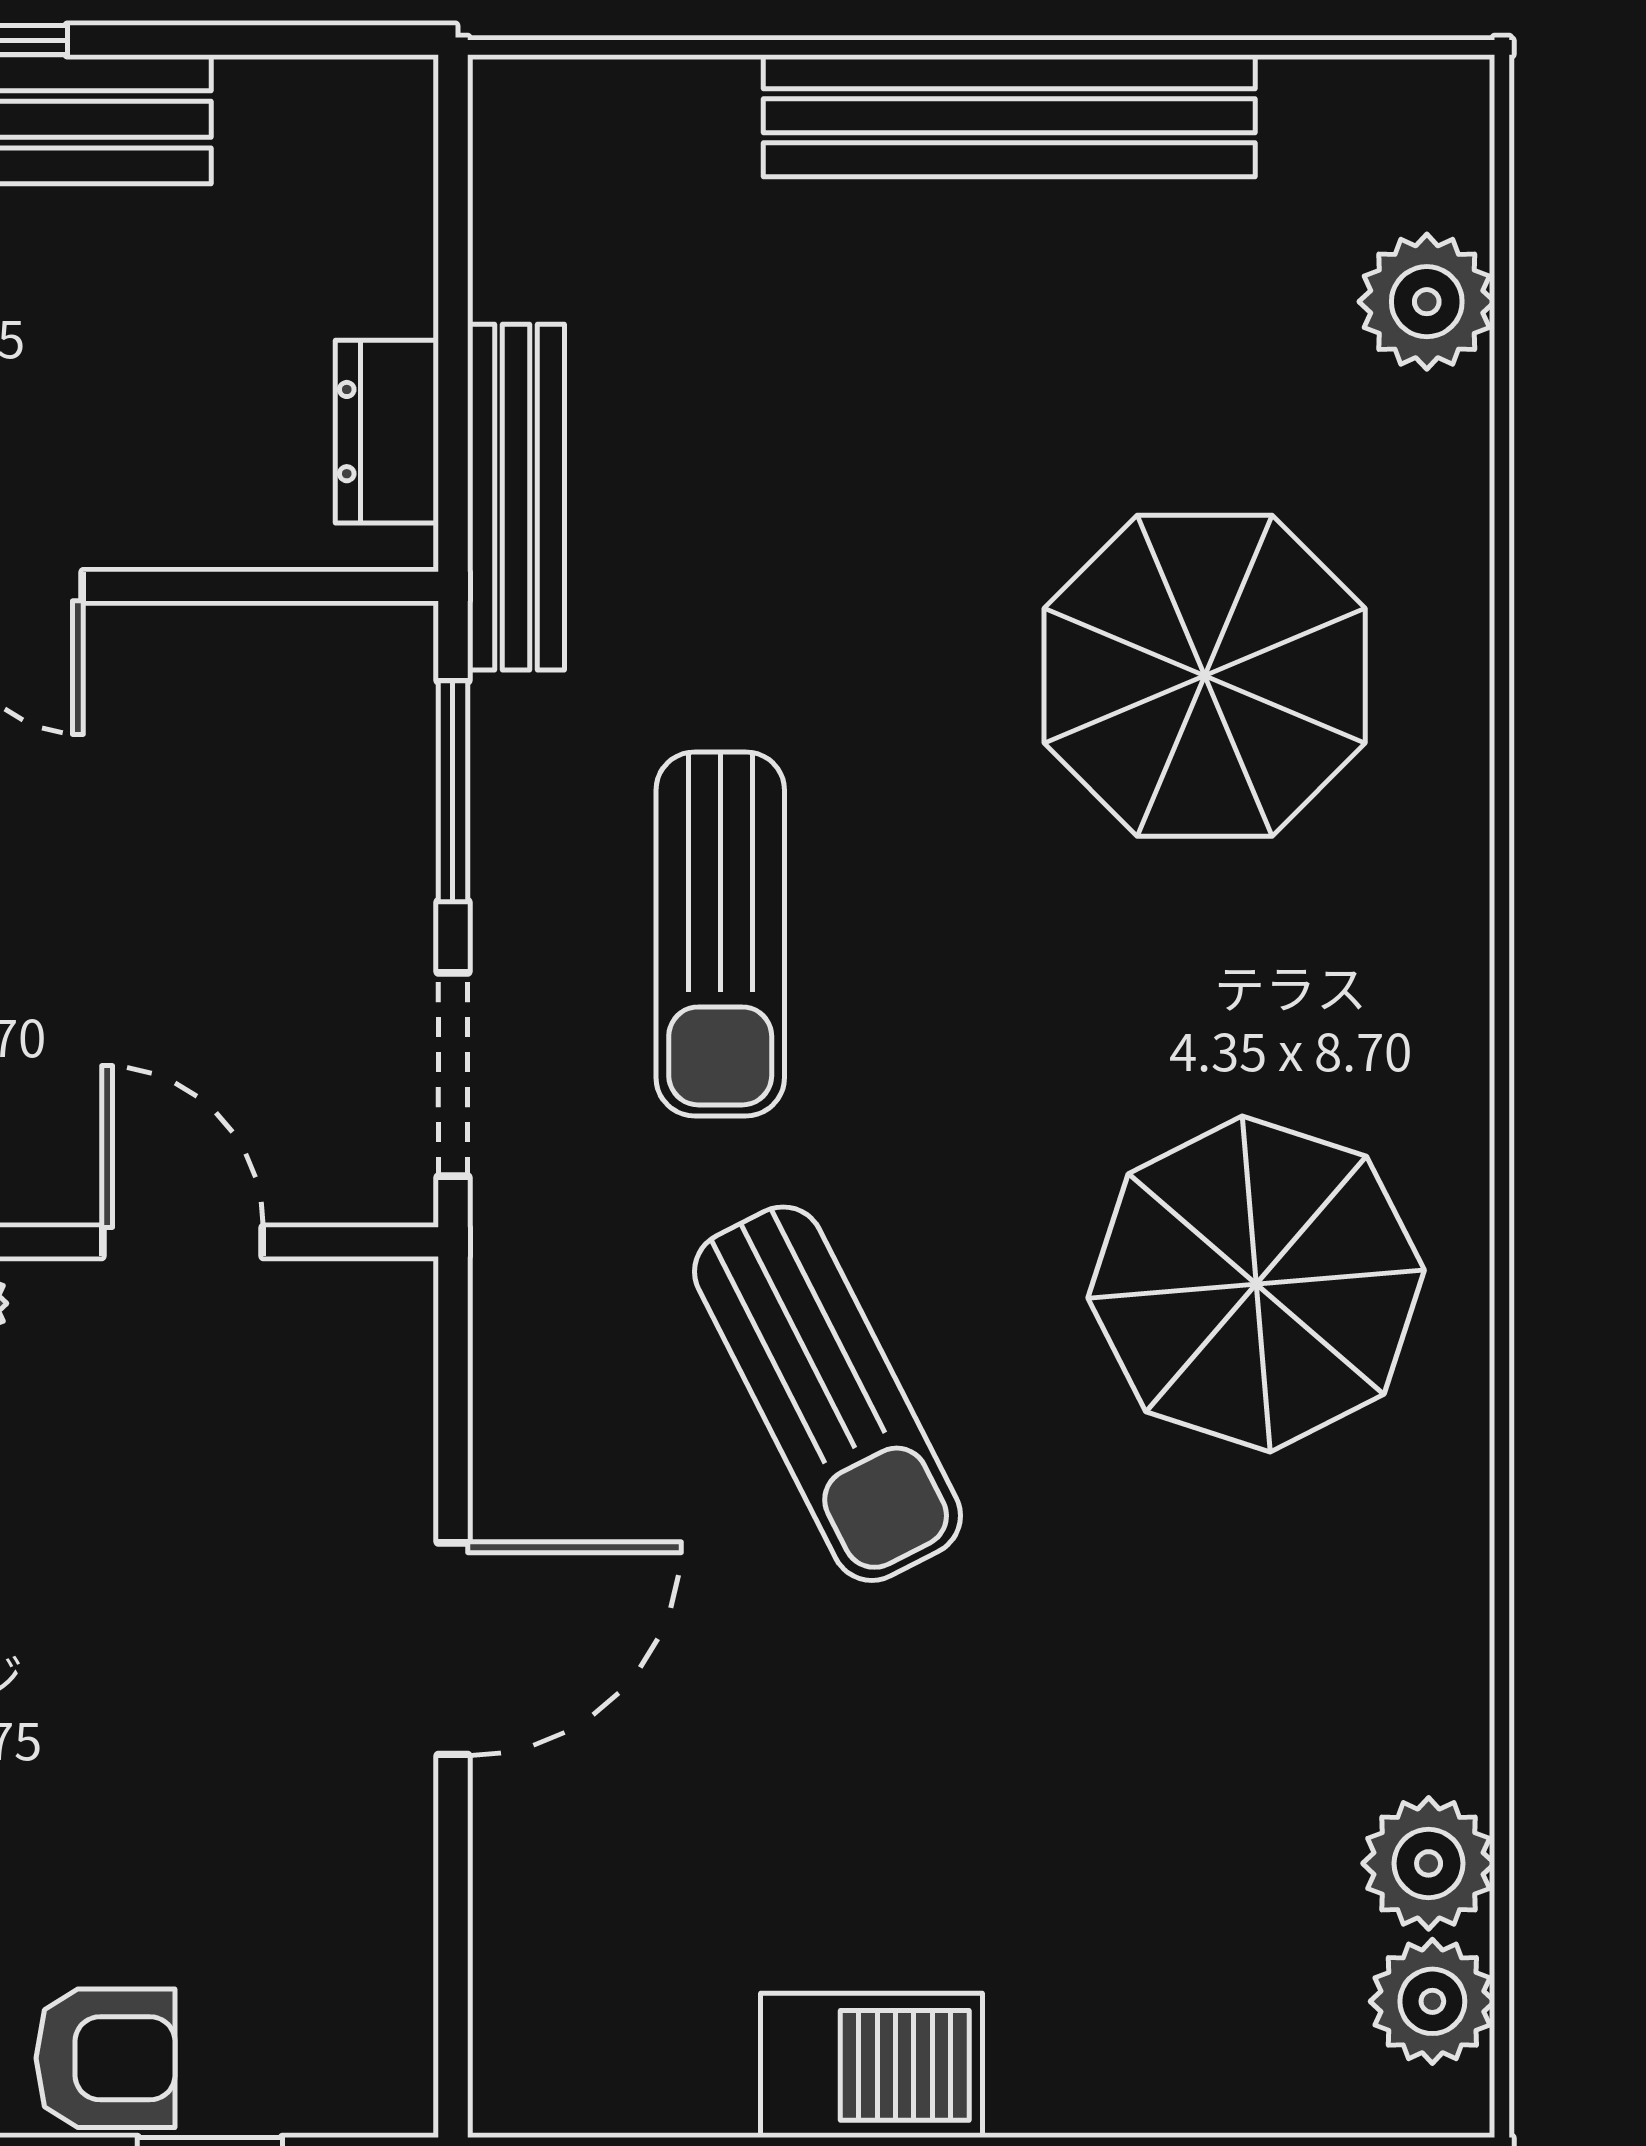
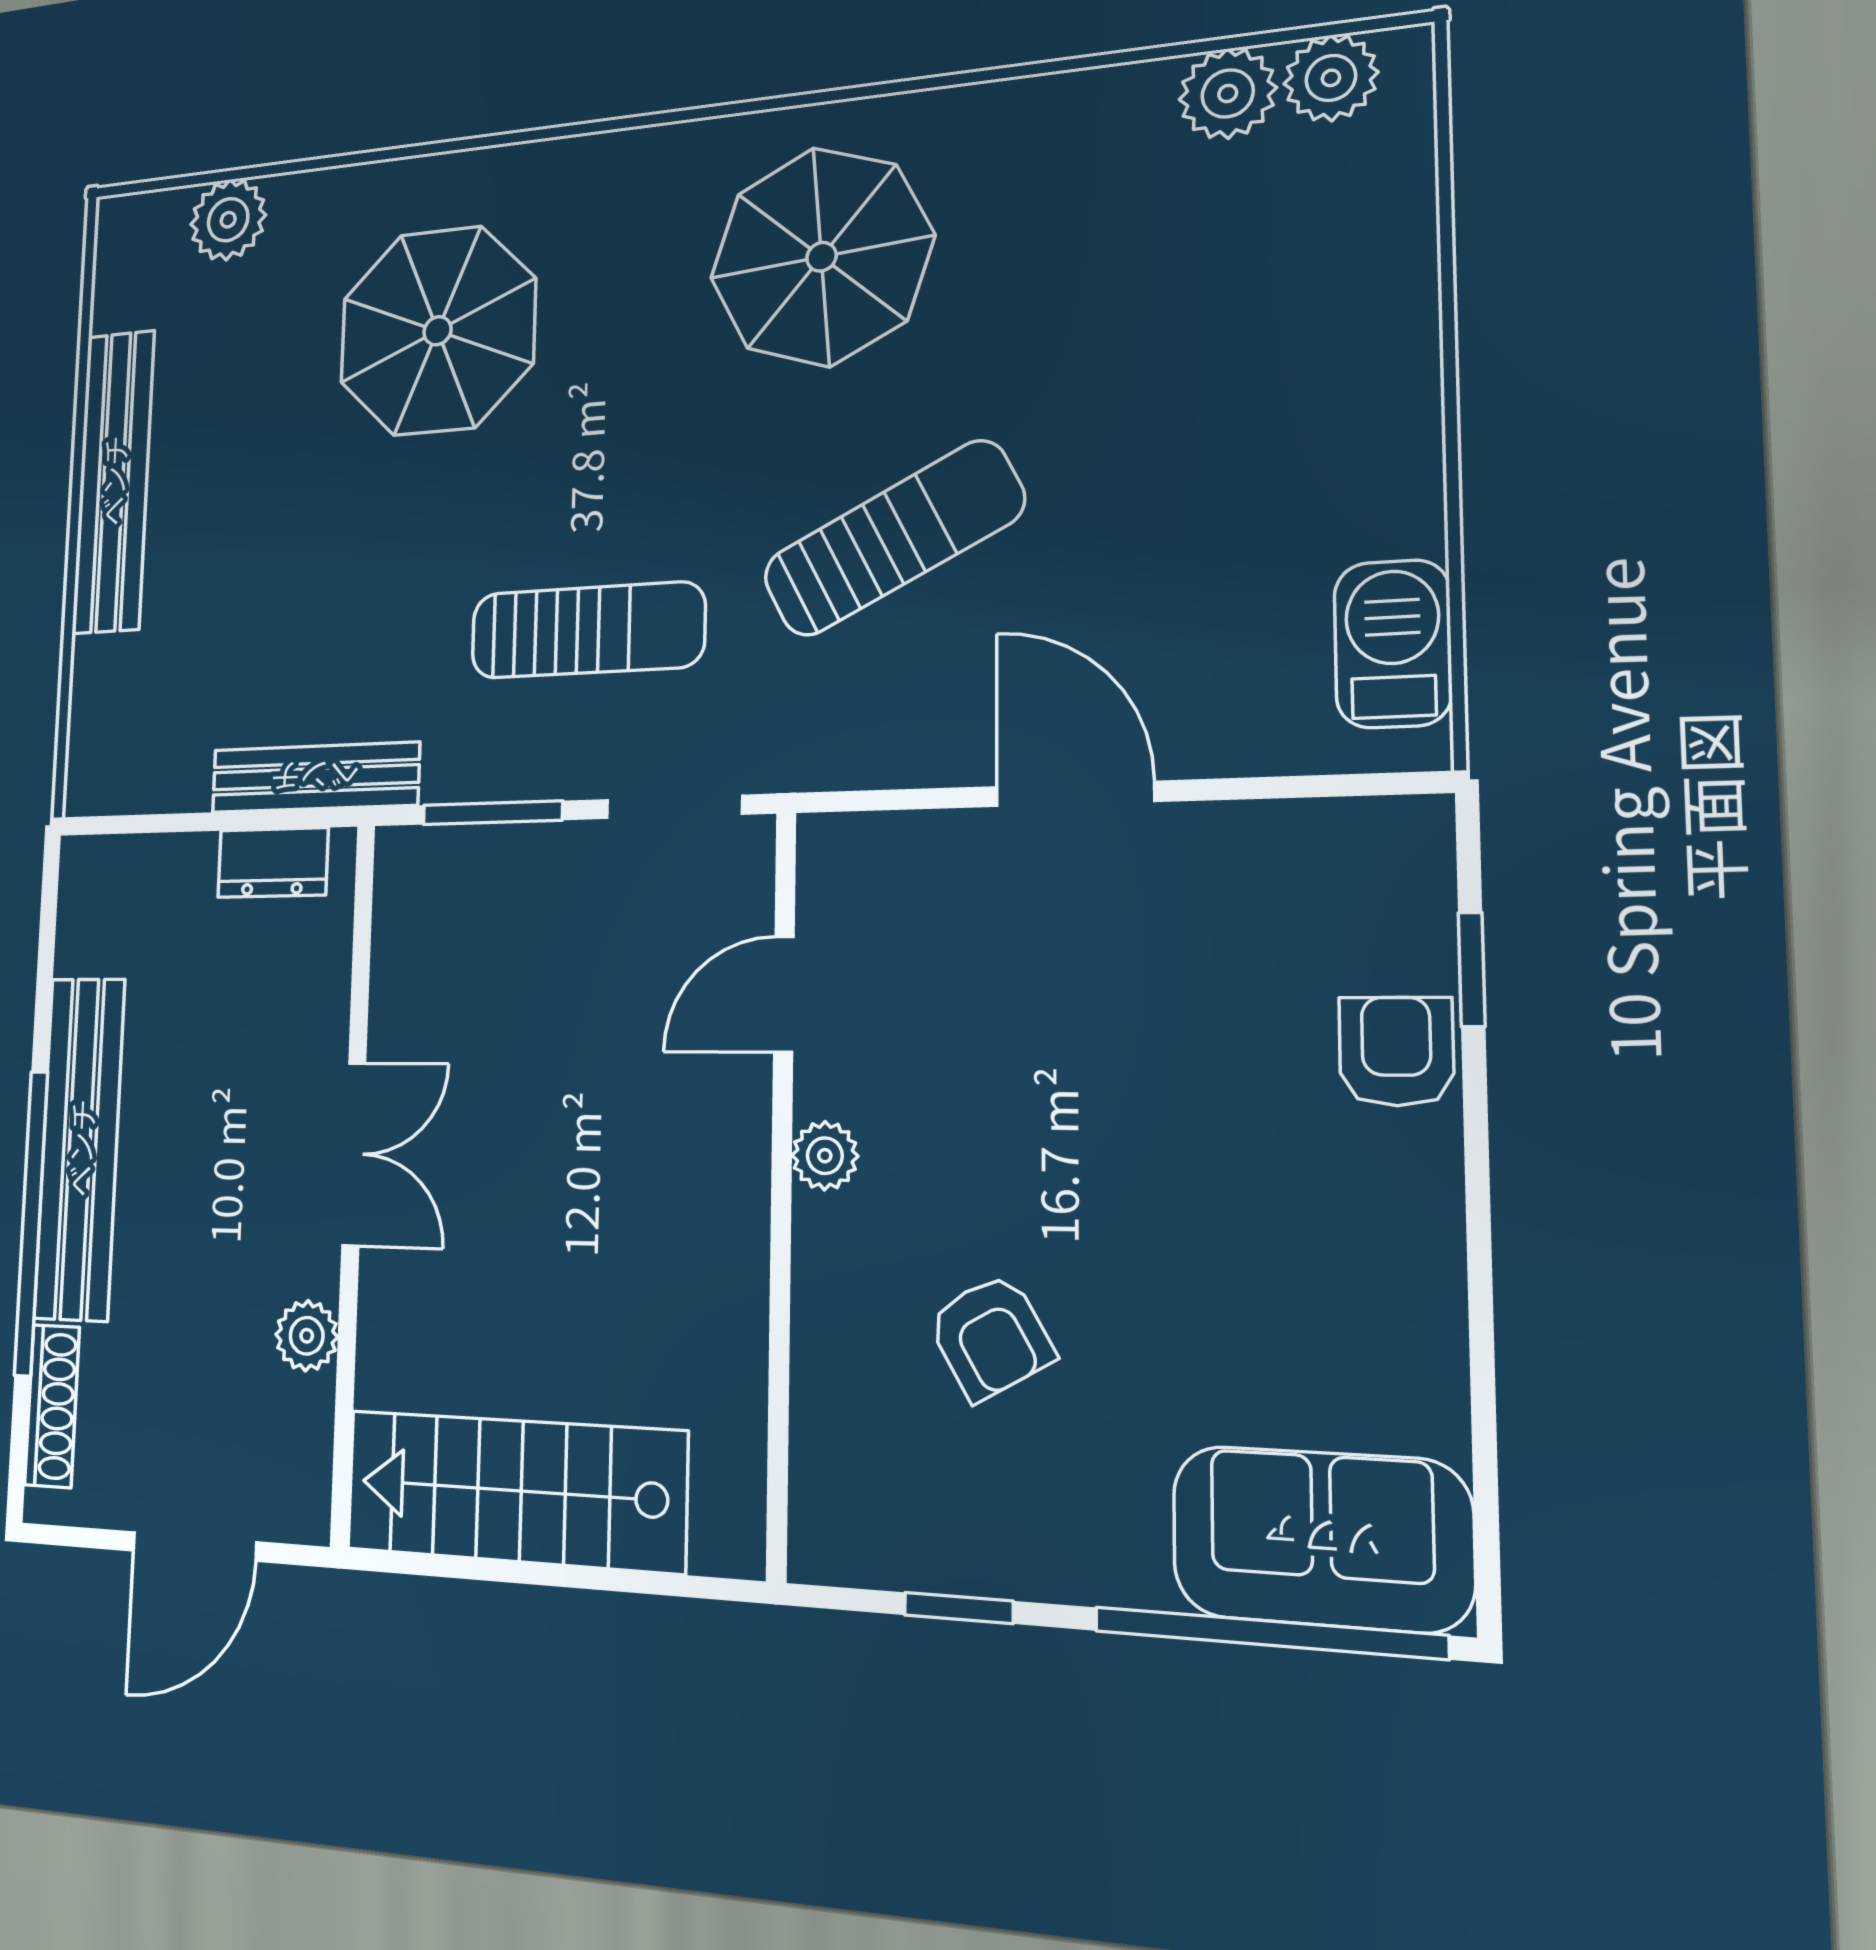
barbecue: (871, 2065) -> (1393, 644), moved

